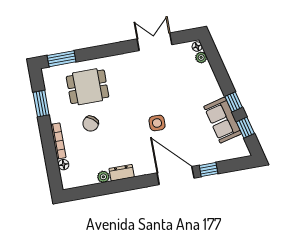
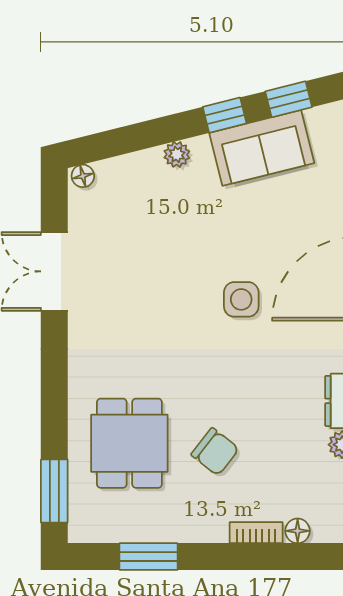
plant: (201, 57) -> (177, 154), moved
bookcase: (58, 141) -> (256, 533), width x0.64

